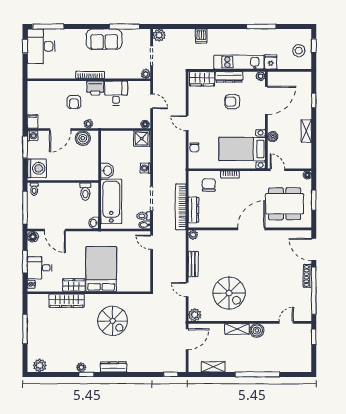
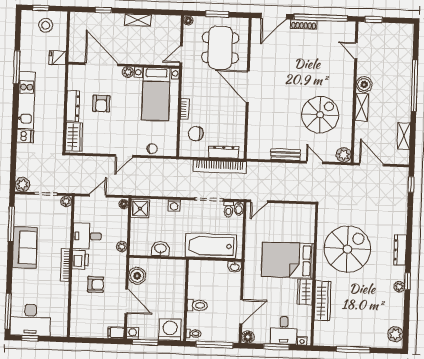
kitchen unit: (239, 62) -> (26, 100), moved, turned 180
plant: (261, 76) -> (128, 72), moved
plant: (88, 124) -> (122, 247), moved
boiler: (273, 137) -> (143, 59), removed
washbasin: (107, 171) -> (160, 249), moved
toilet: (85, 192) -> (197, 305), moved
plant: (193, 235) -> (252, 154), removed
door: (187, 289) -> (314, 163), swing flipped
spiral stairs: (113, 321) -> (347, 249), width x1.37, depth x1.37

